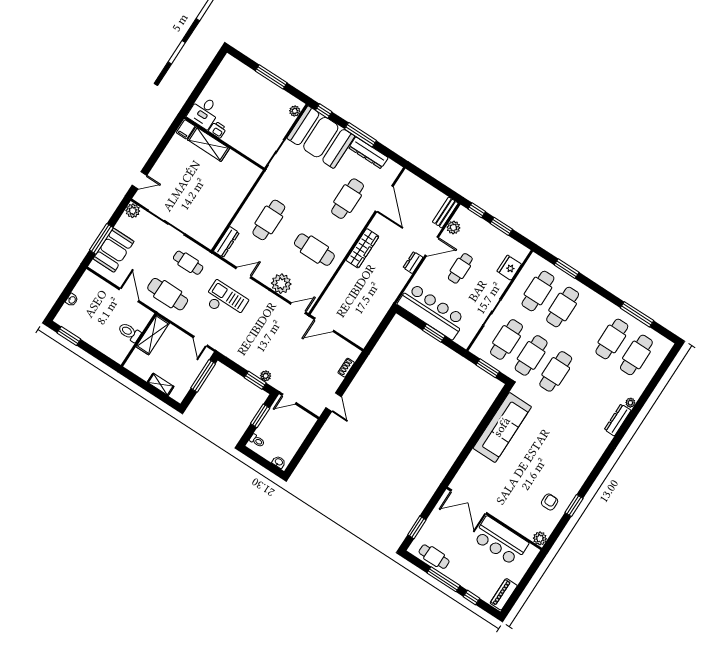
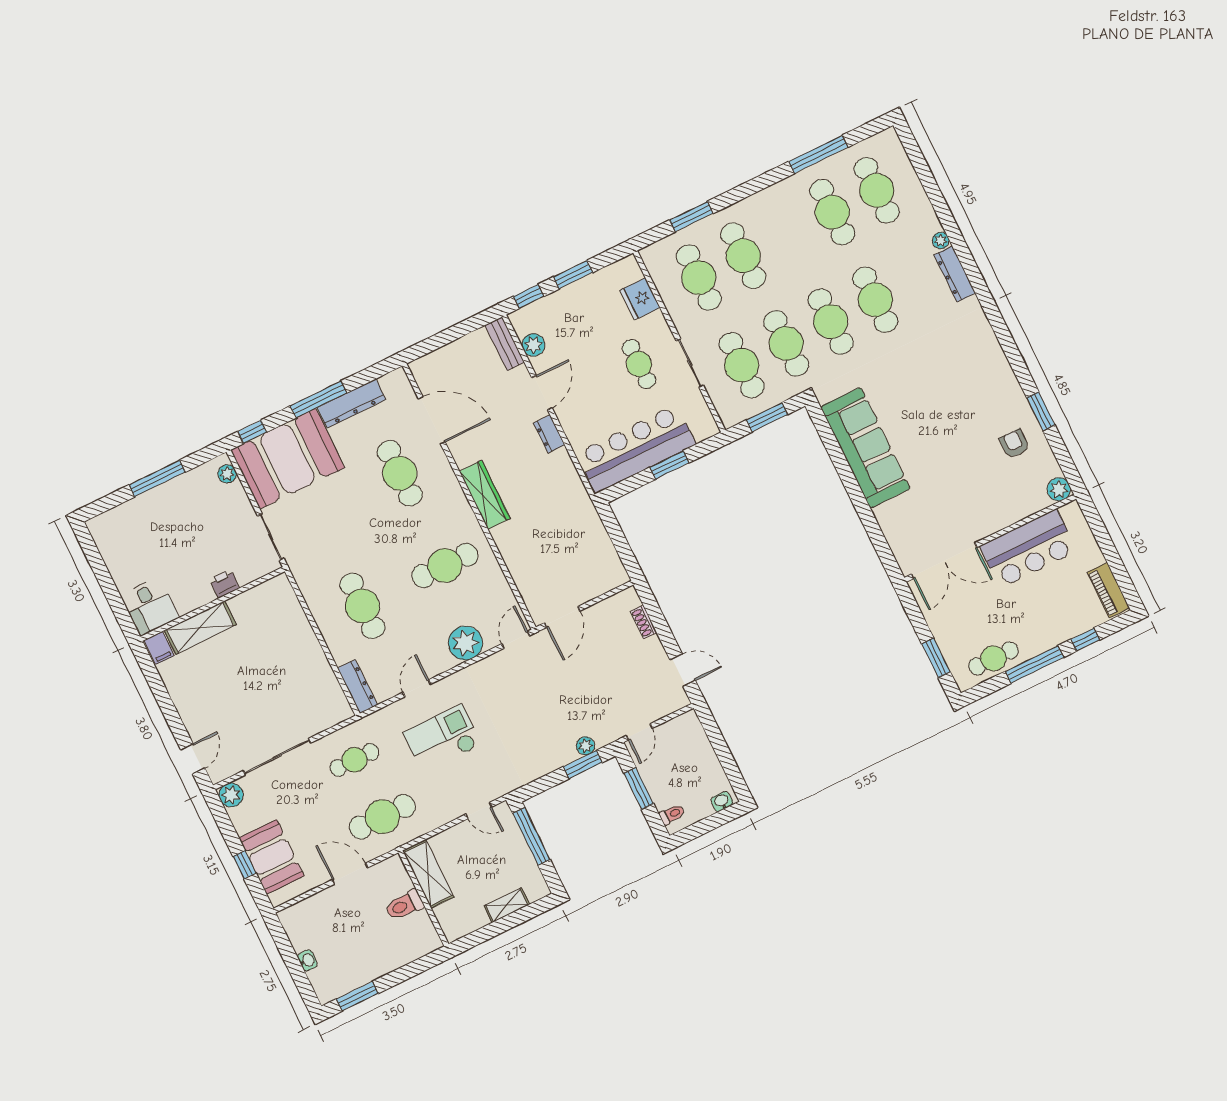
printer: (217, 130) -> (225, 584), moved
window: (101, 239) -> (245, 865), width x0.46
cafe table: (460, 268) -> (639, 364), moved
cafe table: (580, 387) -> (875, 300), added

